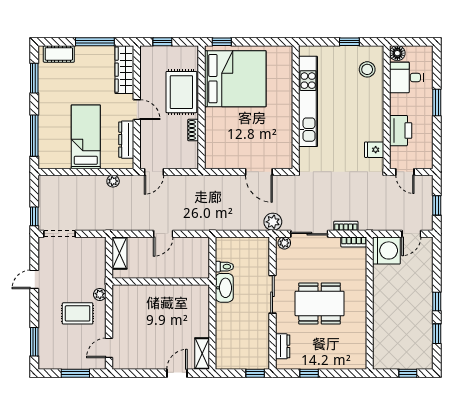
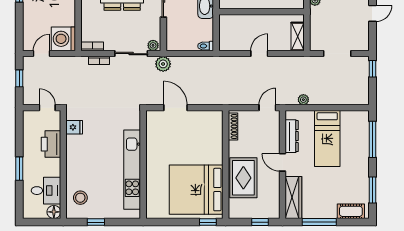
shoe rack: (193, 130) -> (233, 126), moved, width x1.43
doorway: (60, 234) -> (337, 54), moved
toilet: (224, 267) -> (206, 46), moved

